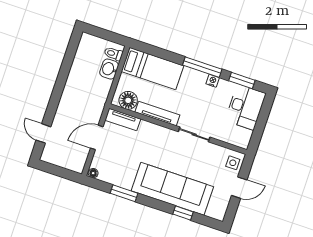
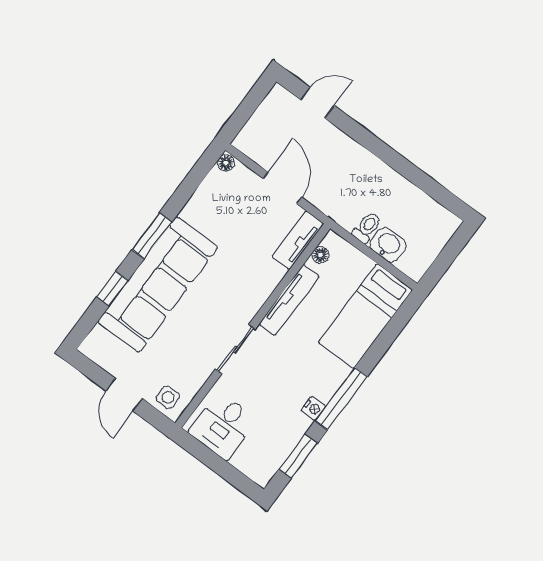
toilet: (113, 54) -> (367, 227), moved
floor lamp: (128, 100) -> (321, 255), width x0.53, depth x0.53
desk: (245, 107) -> (223, 426), moved, width x0.73
window: (124, 193) -> (152, 236), moved

